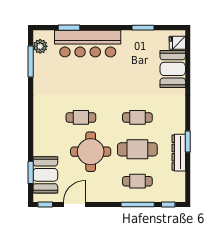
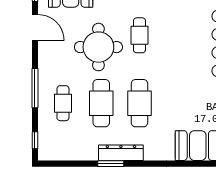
cafe table: (137, 117) -> (139, 103), width x1.37, depth x1.35
dresser: (179, 153) -> (121, 153), moved
window: (138, 205) -> (35, 88), moved

